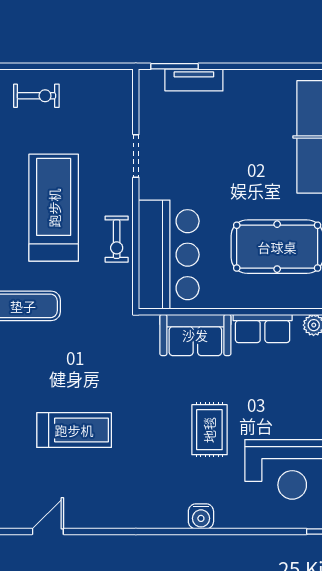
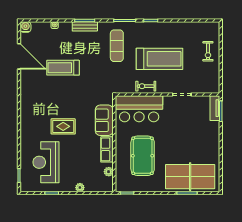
tv unit: (194, 80) -> (215, 108), moved
treadmill: (74, 430) -> (63, 68), turned 90
water cooler: (201, 516) -> (26, 123), removed
door: (48, 532) -> (19, 56), width x1.88

